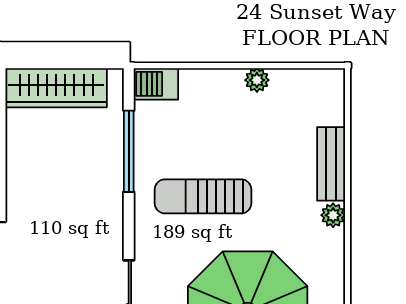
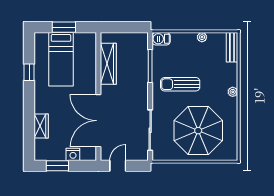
wardrobe: (56, 88) -> (108, 64), moved, turned -90
bench: (331, 164) -> (232, 47), moved

